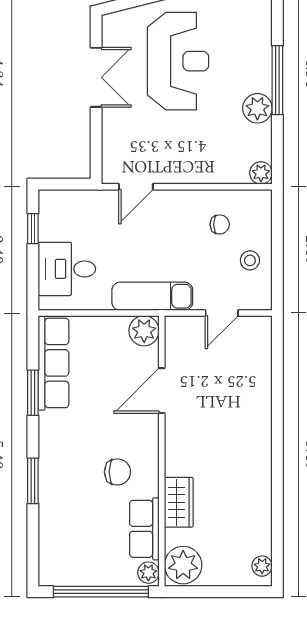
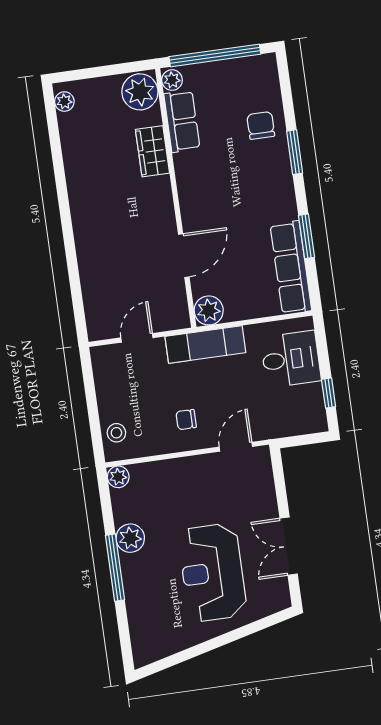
chair: (220, 224) -> (186, 420), moved
stool: (250, 260) -> (116, 433), moved
chair: (117, 472) -> (261, 125), moved, turned 90

